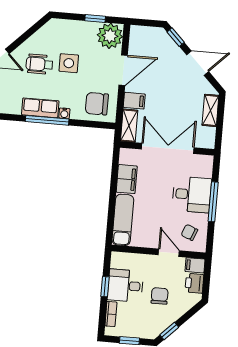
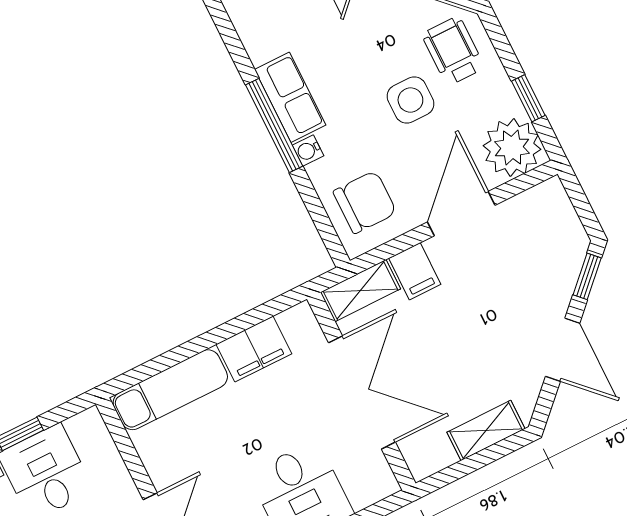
wheelchair: (39, 64) -> (453, 51), moved
door: (123, 70) -> (461, 214), swing flipped
chair: (97, 104) -> (365, 202), turned 90

